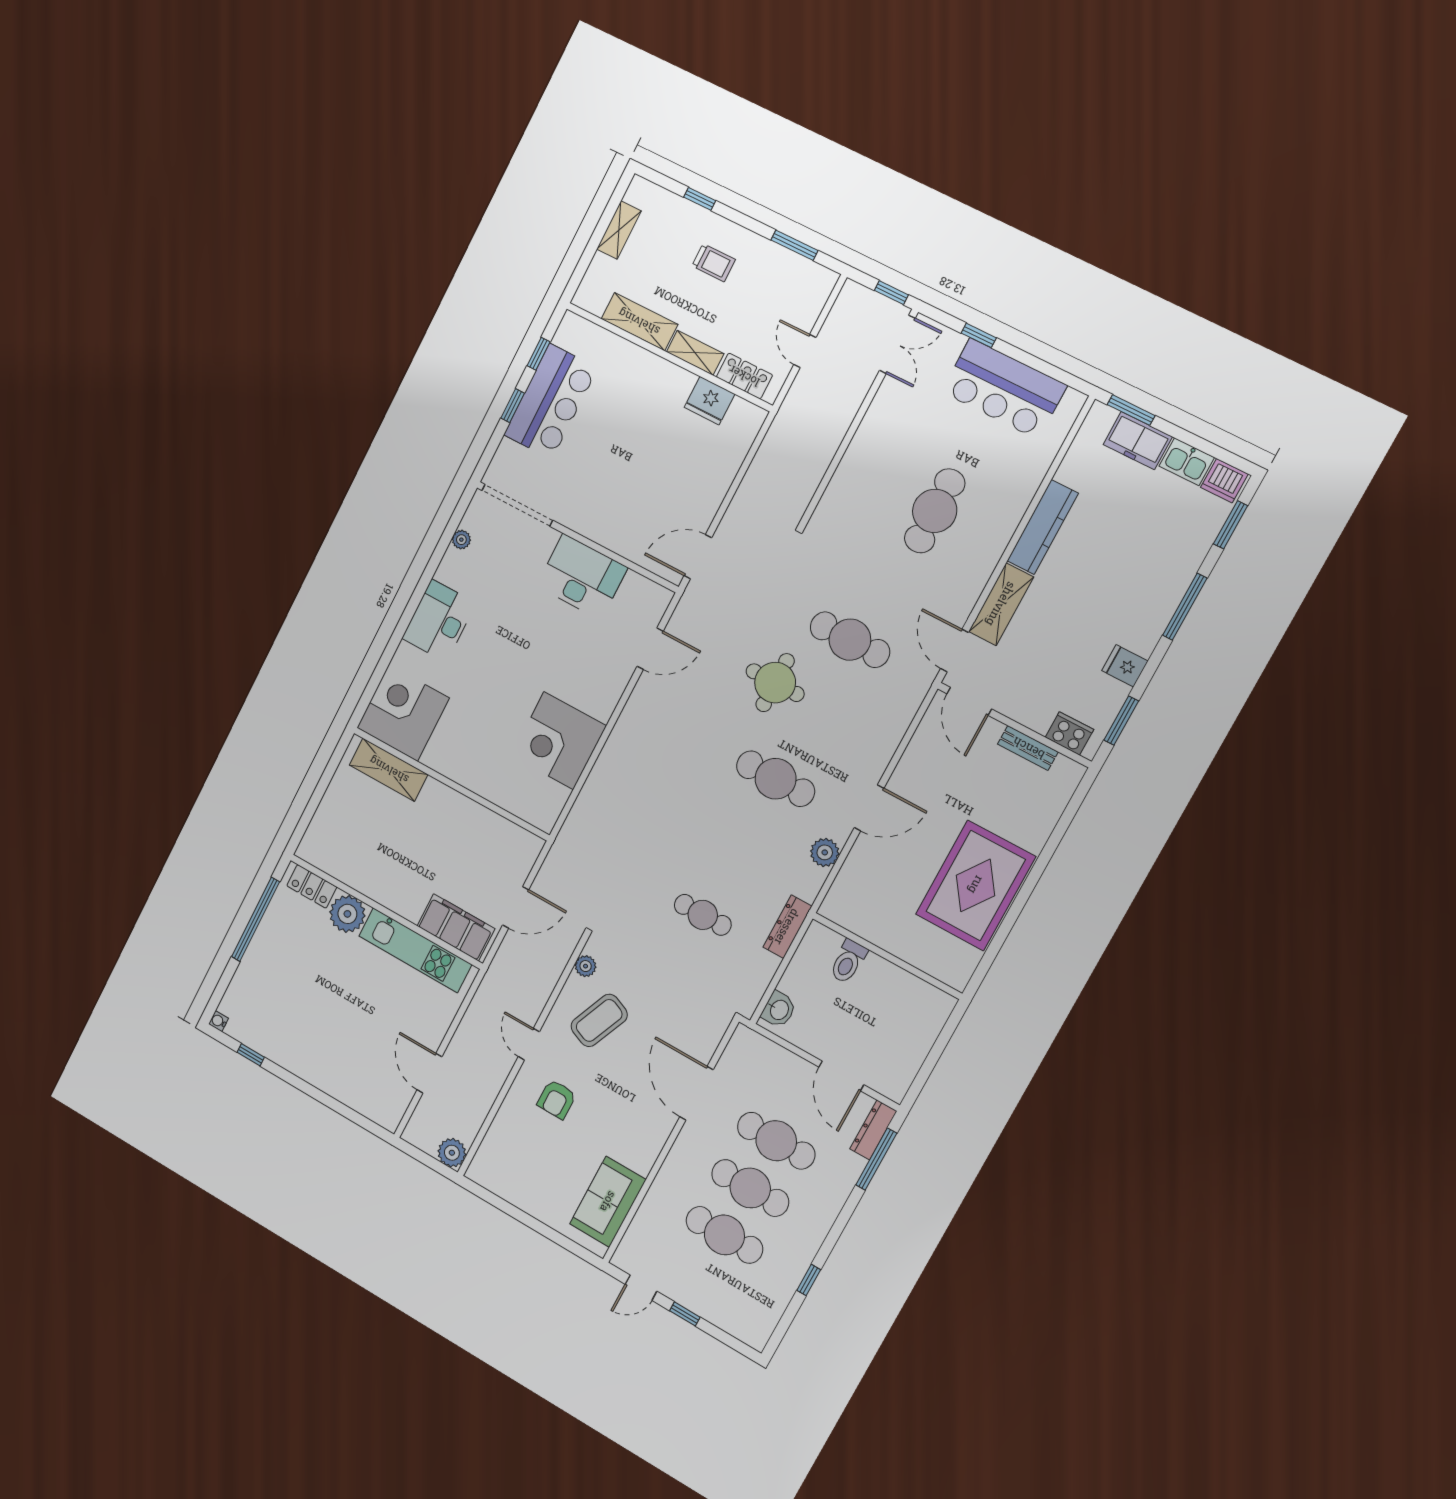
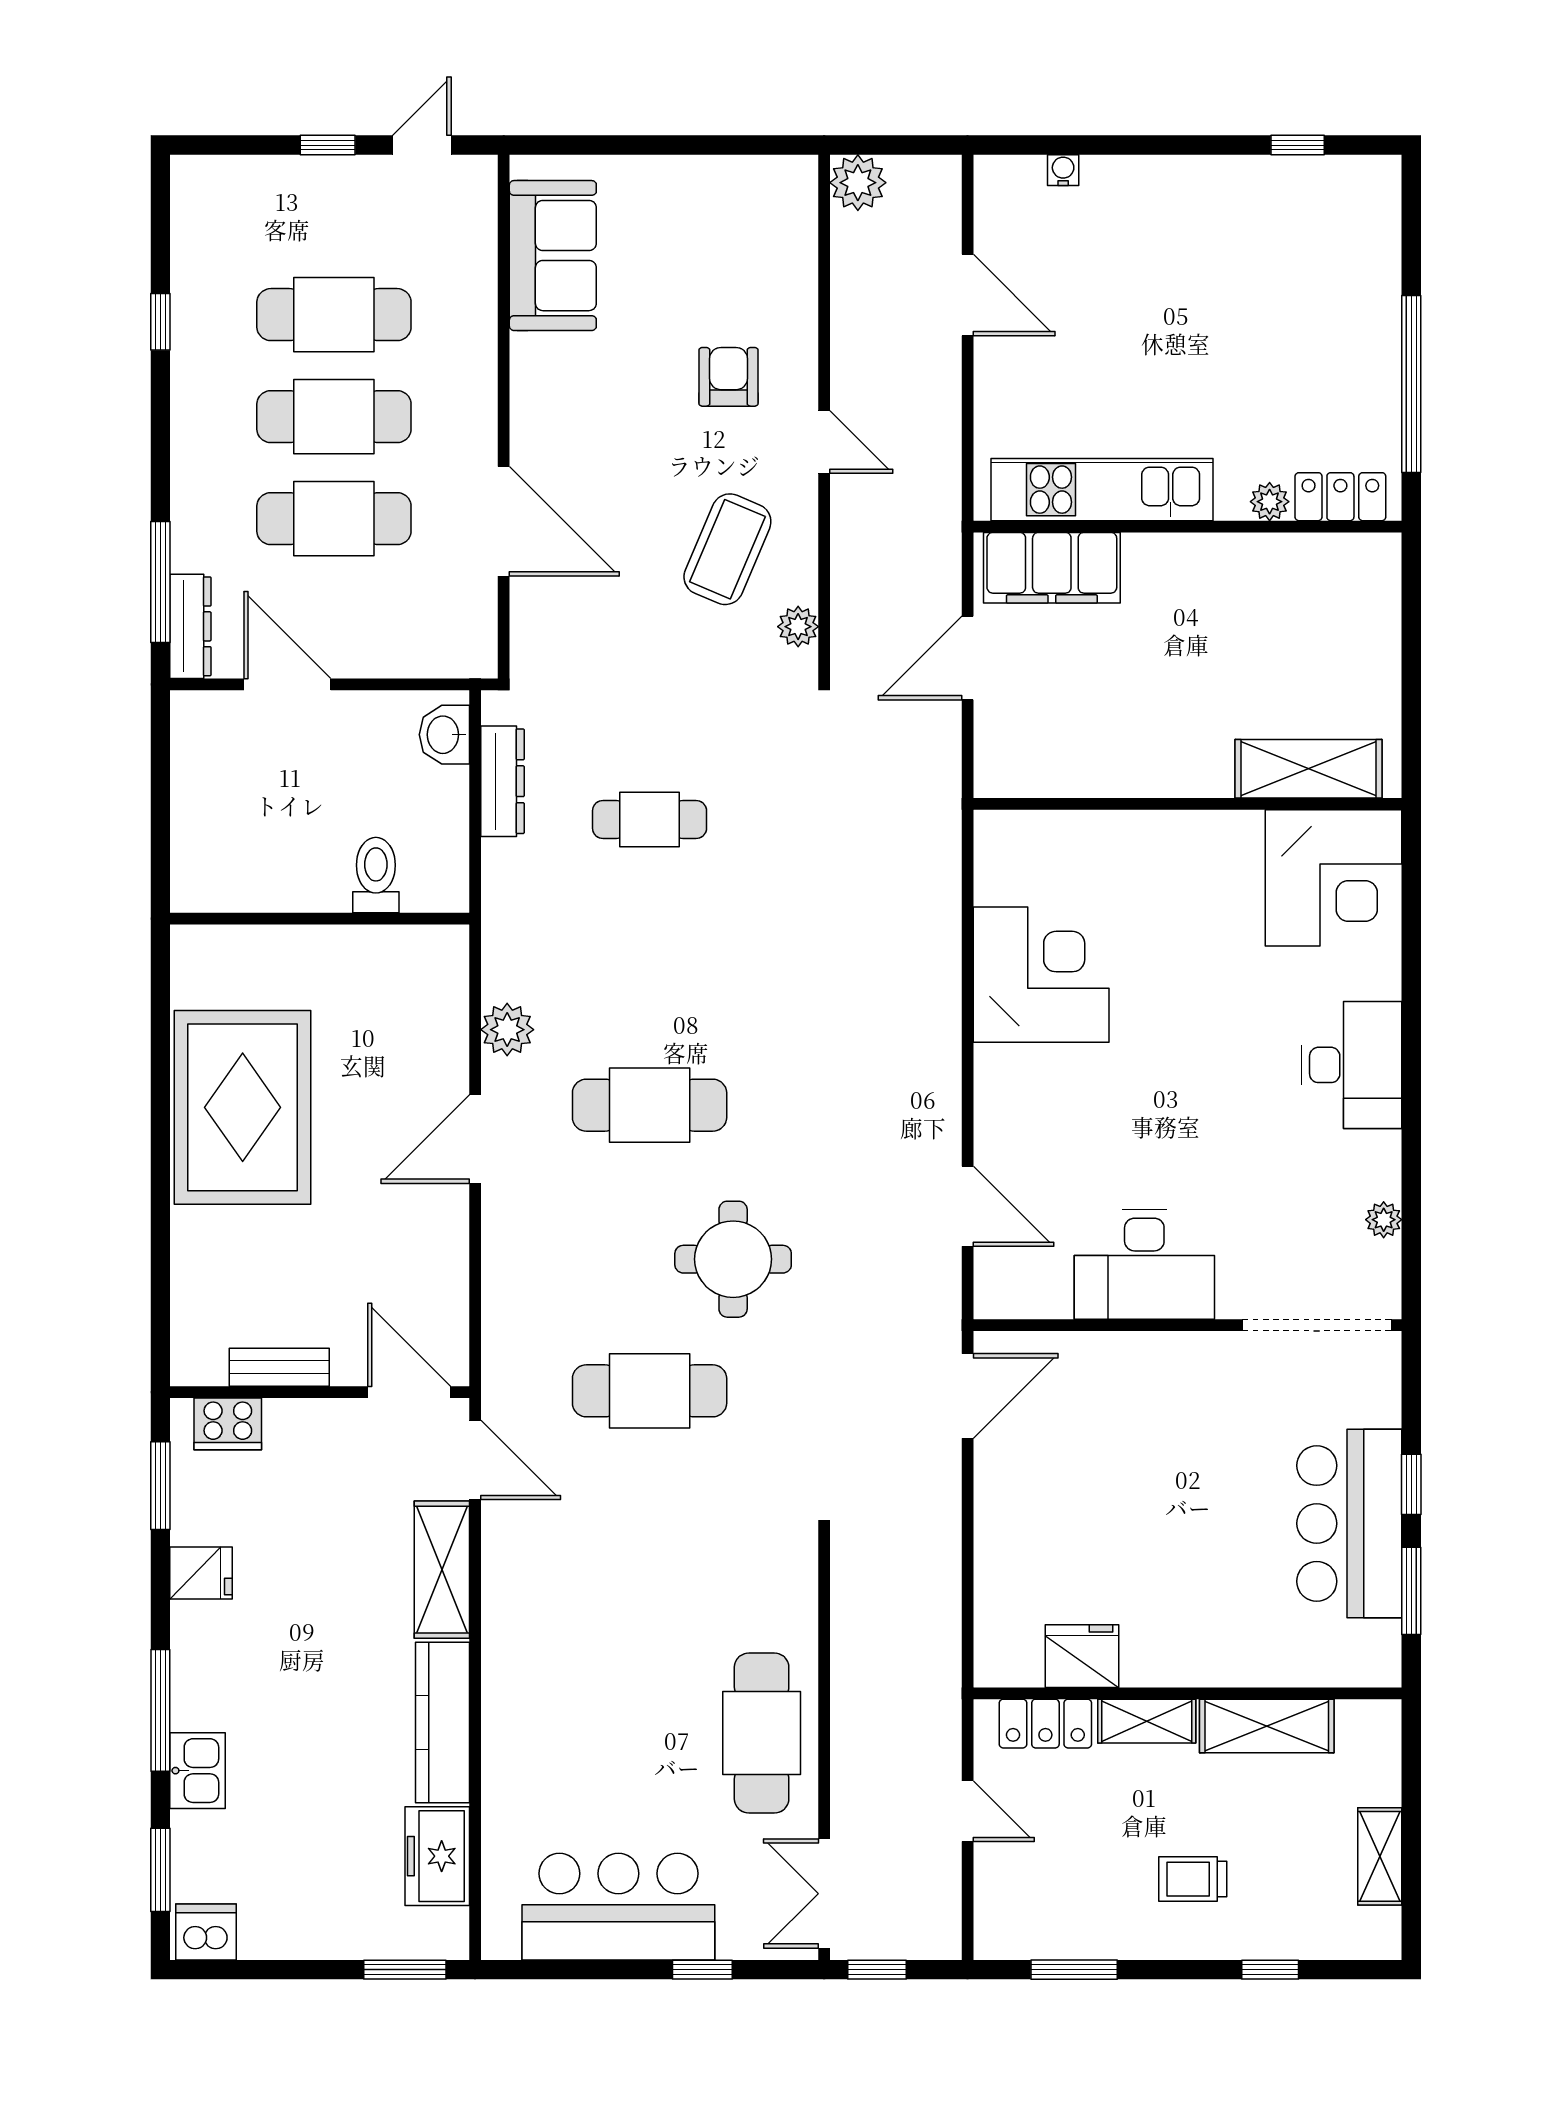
window: (539, 354) -> (1411, 1591), width x1.50
freezer: (1138, 441) -> (437, 1856), moved, turned -90
kitchen sink: (1187, 462) -> (198, 1771), moved, turned 90
cafe table: (935, 511) -> (762, 1733), moved
door: (650, 649) -> (968, 1206), swing flipped
plant: (347, 914) -> (1270, 502), width x0.53, depth x0.53
dresser: (787, 927) -> (502, 781), moved
water cooler: (219, 1021) -> (1063, 170), moved, turned -90

